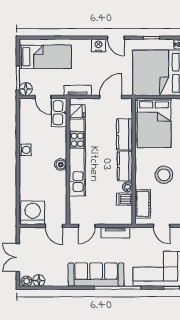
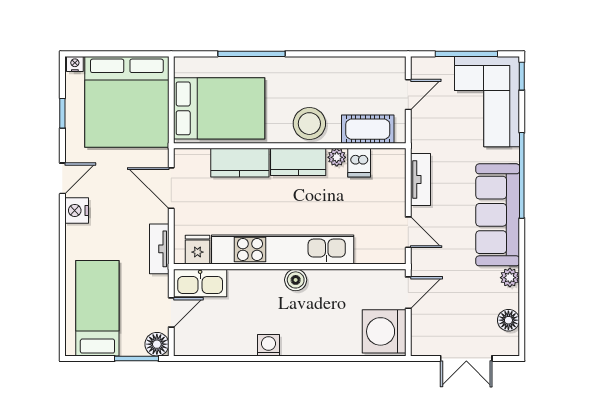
stool: (164, 175) -> (309, 124), moved
plant: (27, 281) -> (510, 278), moved

